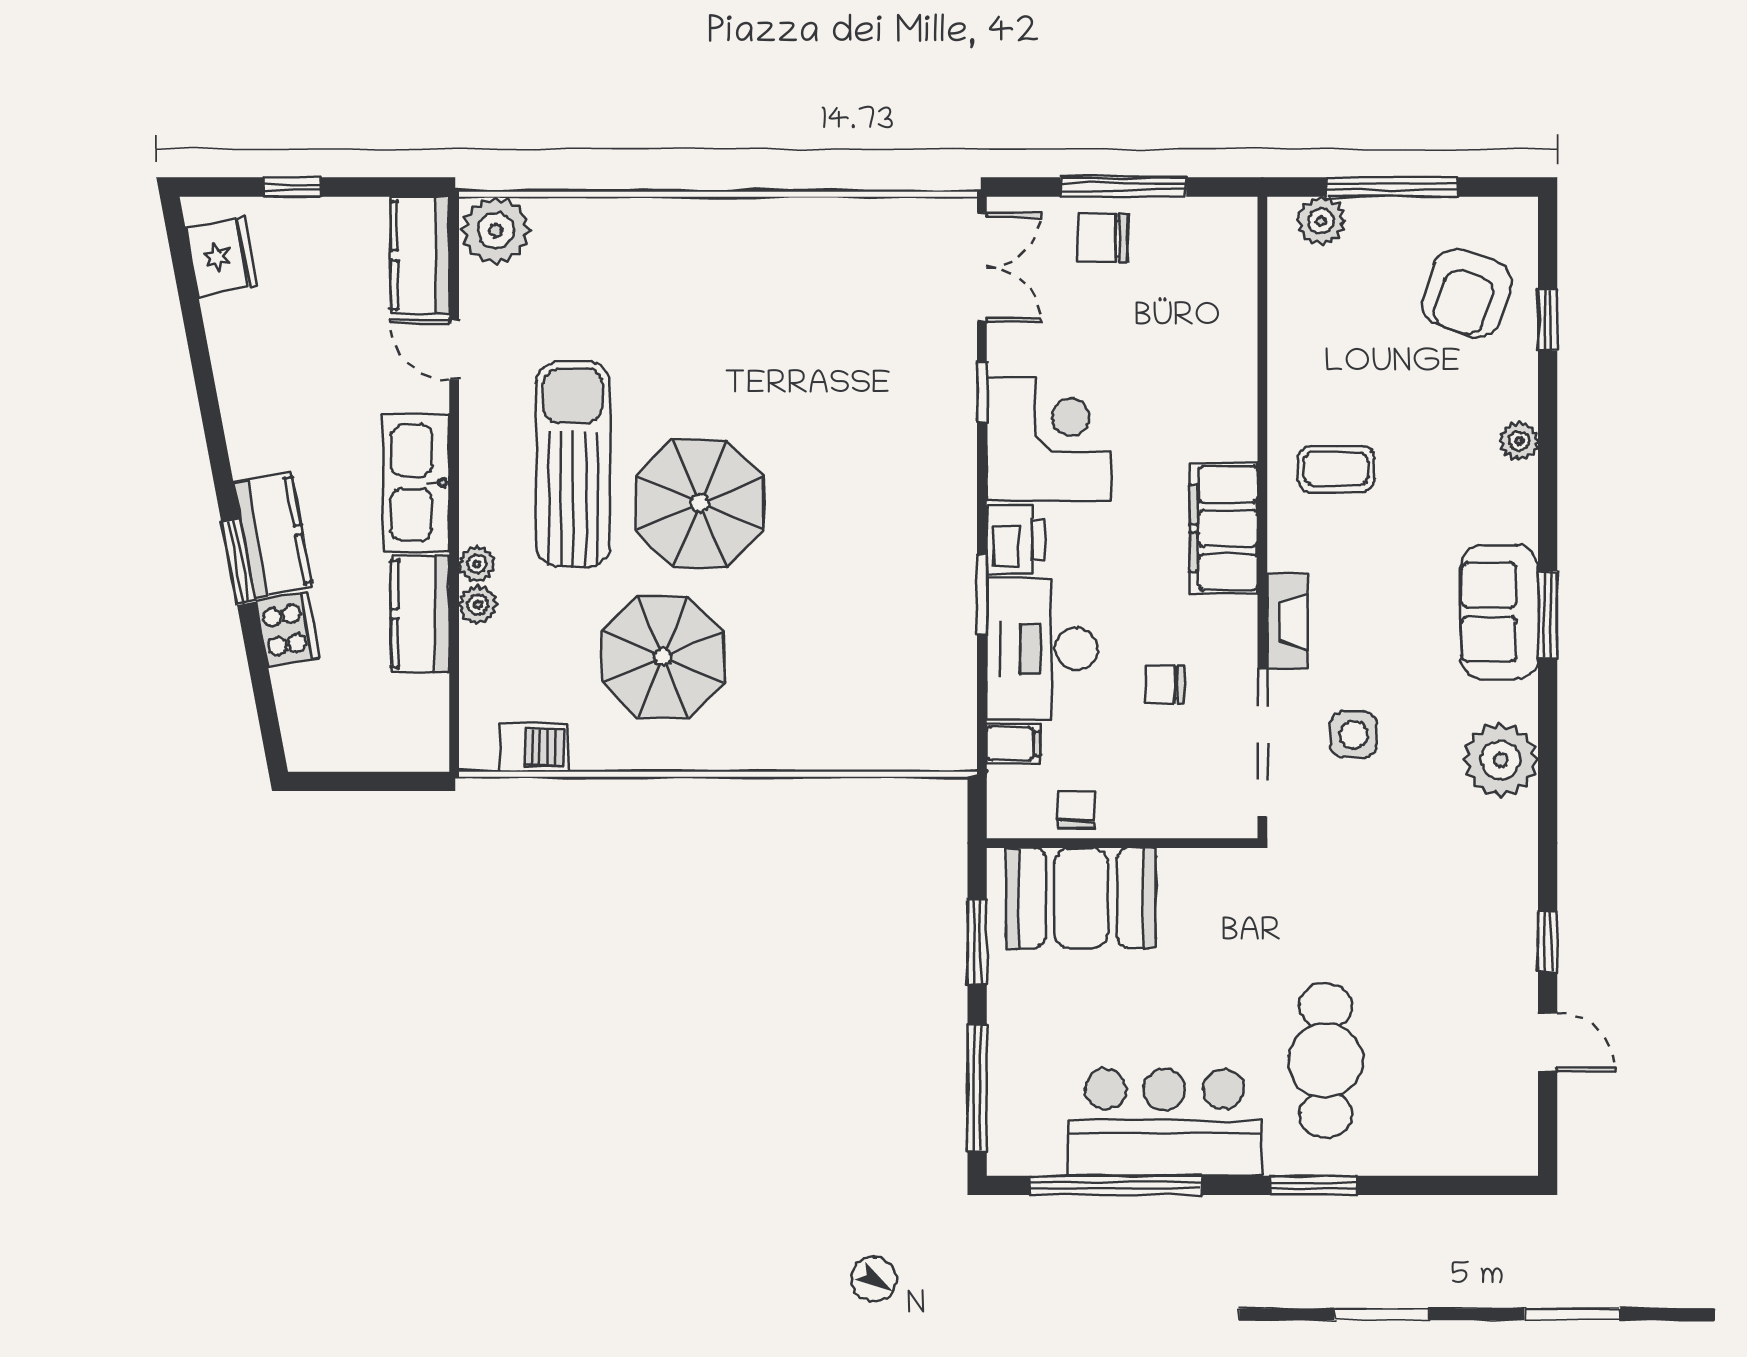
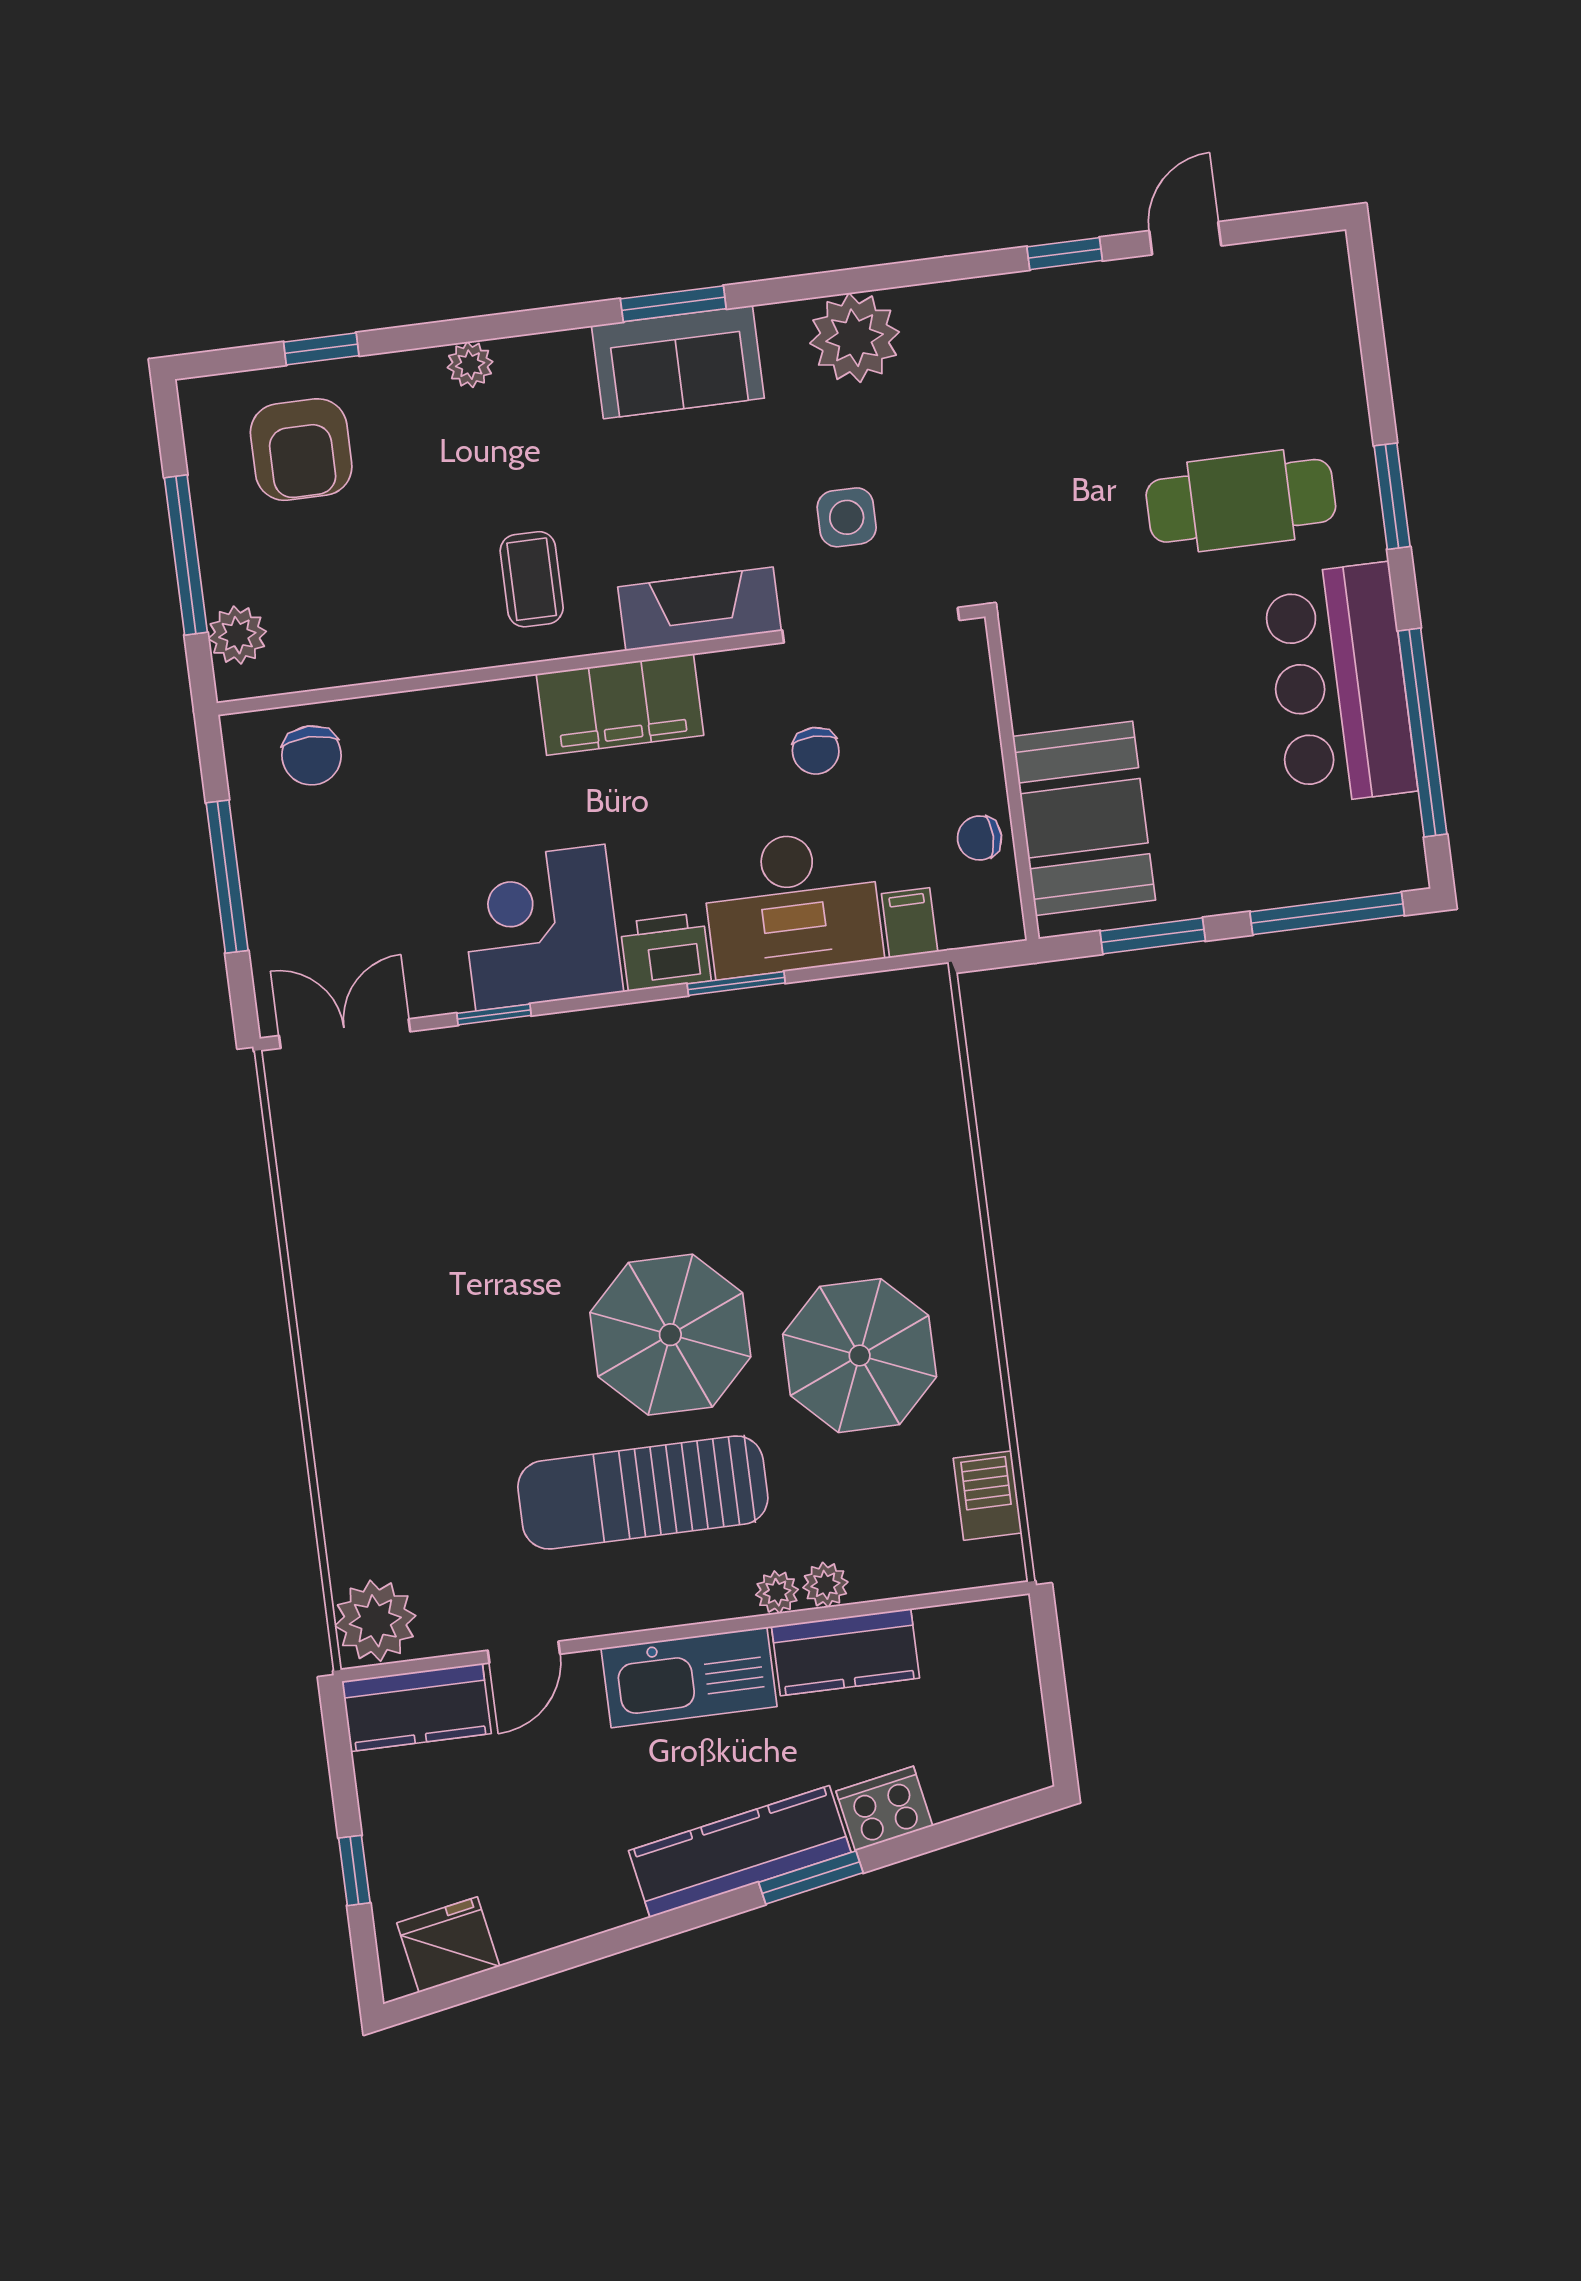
chair: (1103, 238) -> (312, 755), moved
armchair: (1467, 293) -> (301, 450), turned 71
kitchen counter: (273, 535) -> (740, 1852), width x1.50
fireplace: (1287, 621) -> (700, 609), width x1.37, depth x1.32

